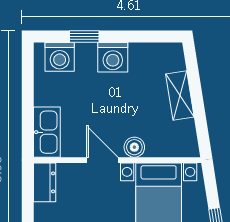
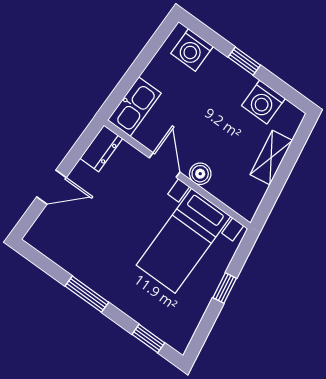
window: (84, 37) -> (244, 61), moved
washing machine: (113, 57) -> (263, 102), moved

